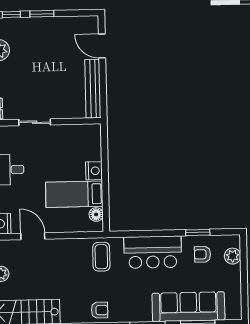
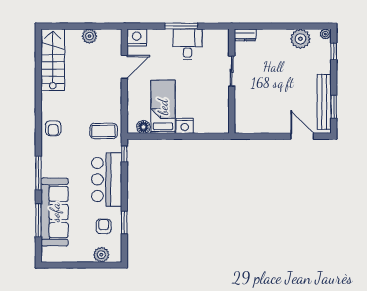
window: (42, 14) -> (334, 107), moved
door: (102, 46) -> (302, 136), hinge flipped
bench: (93, 89) -> (324, 102), moved, turned 90
window: (125, 234) -> (124, 154), added

